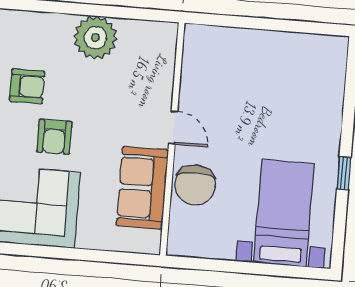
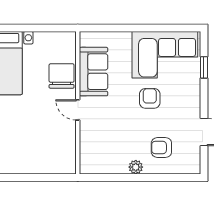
plant: (95, 38) -> (136, 167), width x0.53, depth x0.53
armchair: (27, 86) -> (161, 148), moved

